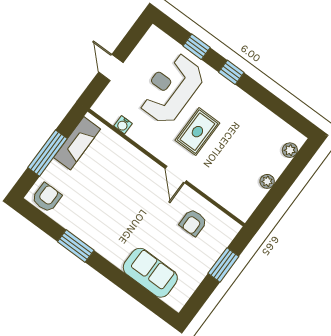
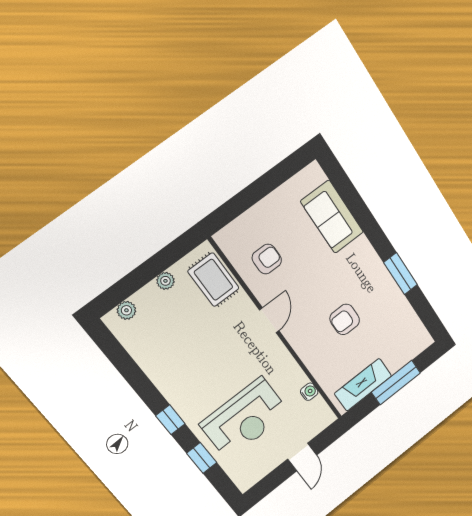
rug: (197, 132) -> (213, 280), moved, turned 90
armchair: (47, 198) -> (345, 319), moved
window: (223, 265) -> (247, 198), removed

